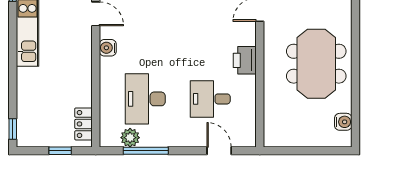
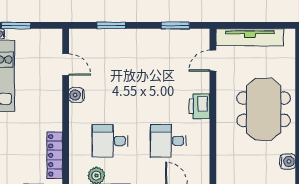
desk: (145, 99) -> (110, 141), width x0.73
locker: (83, 124) -> (55, 155), width x1.53

